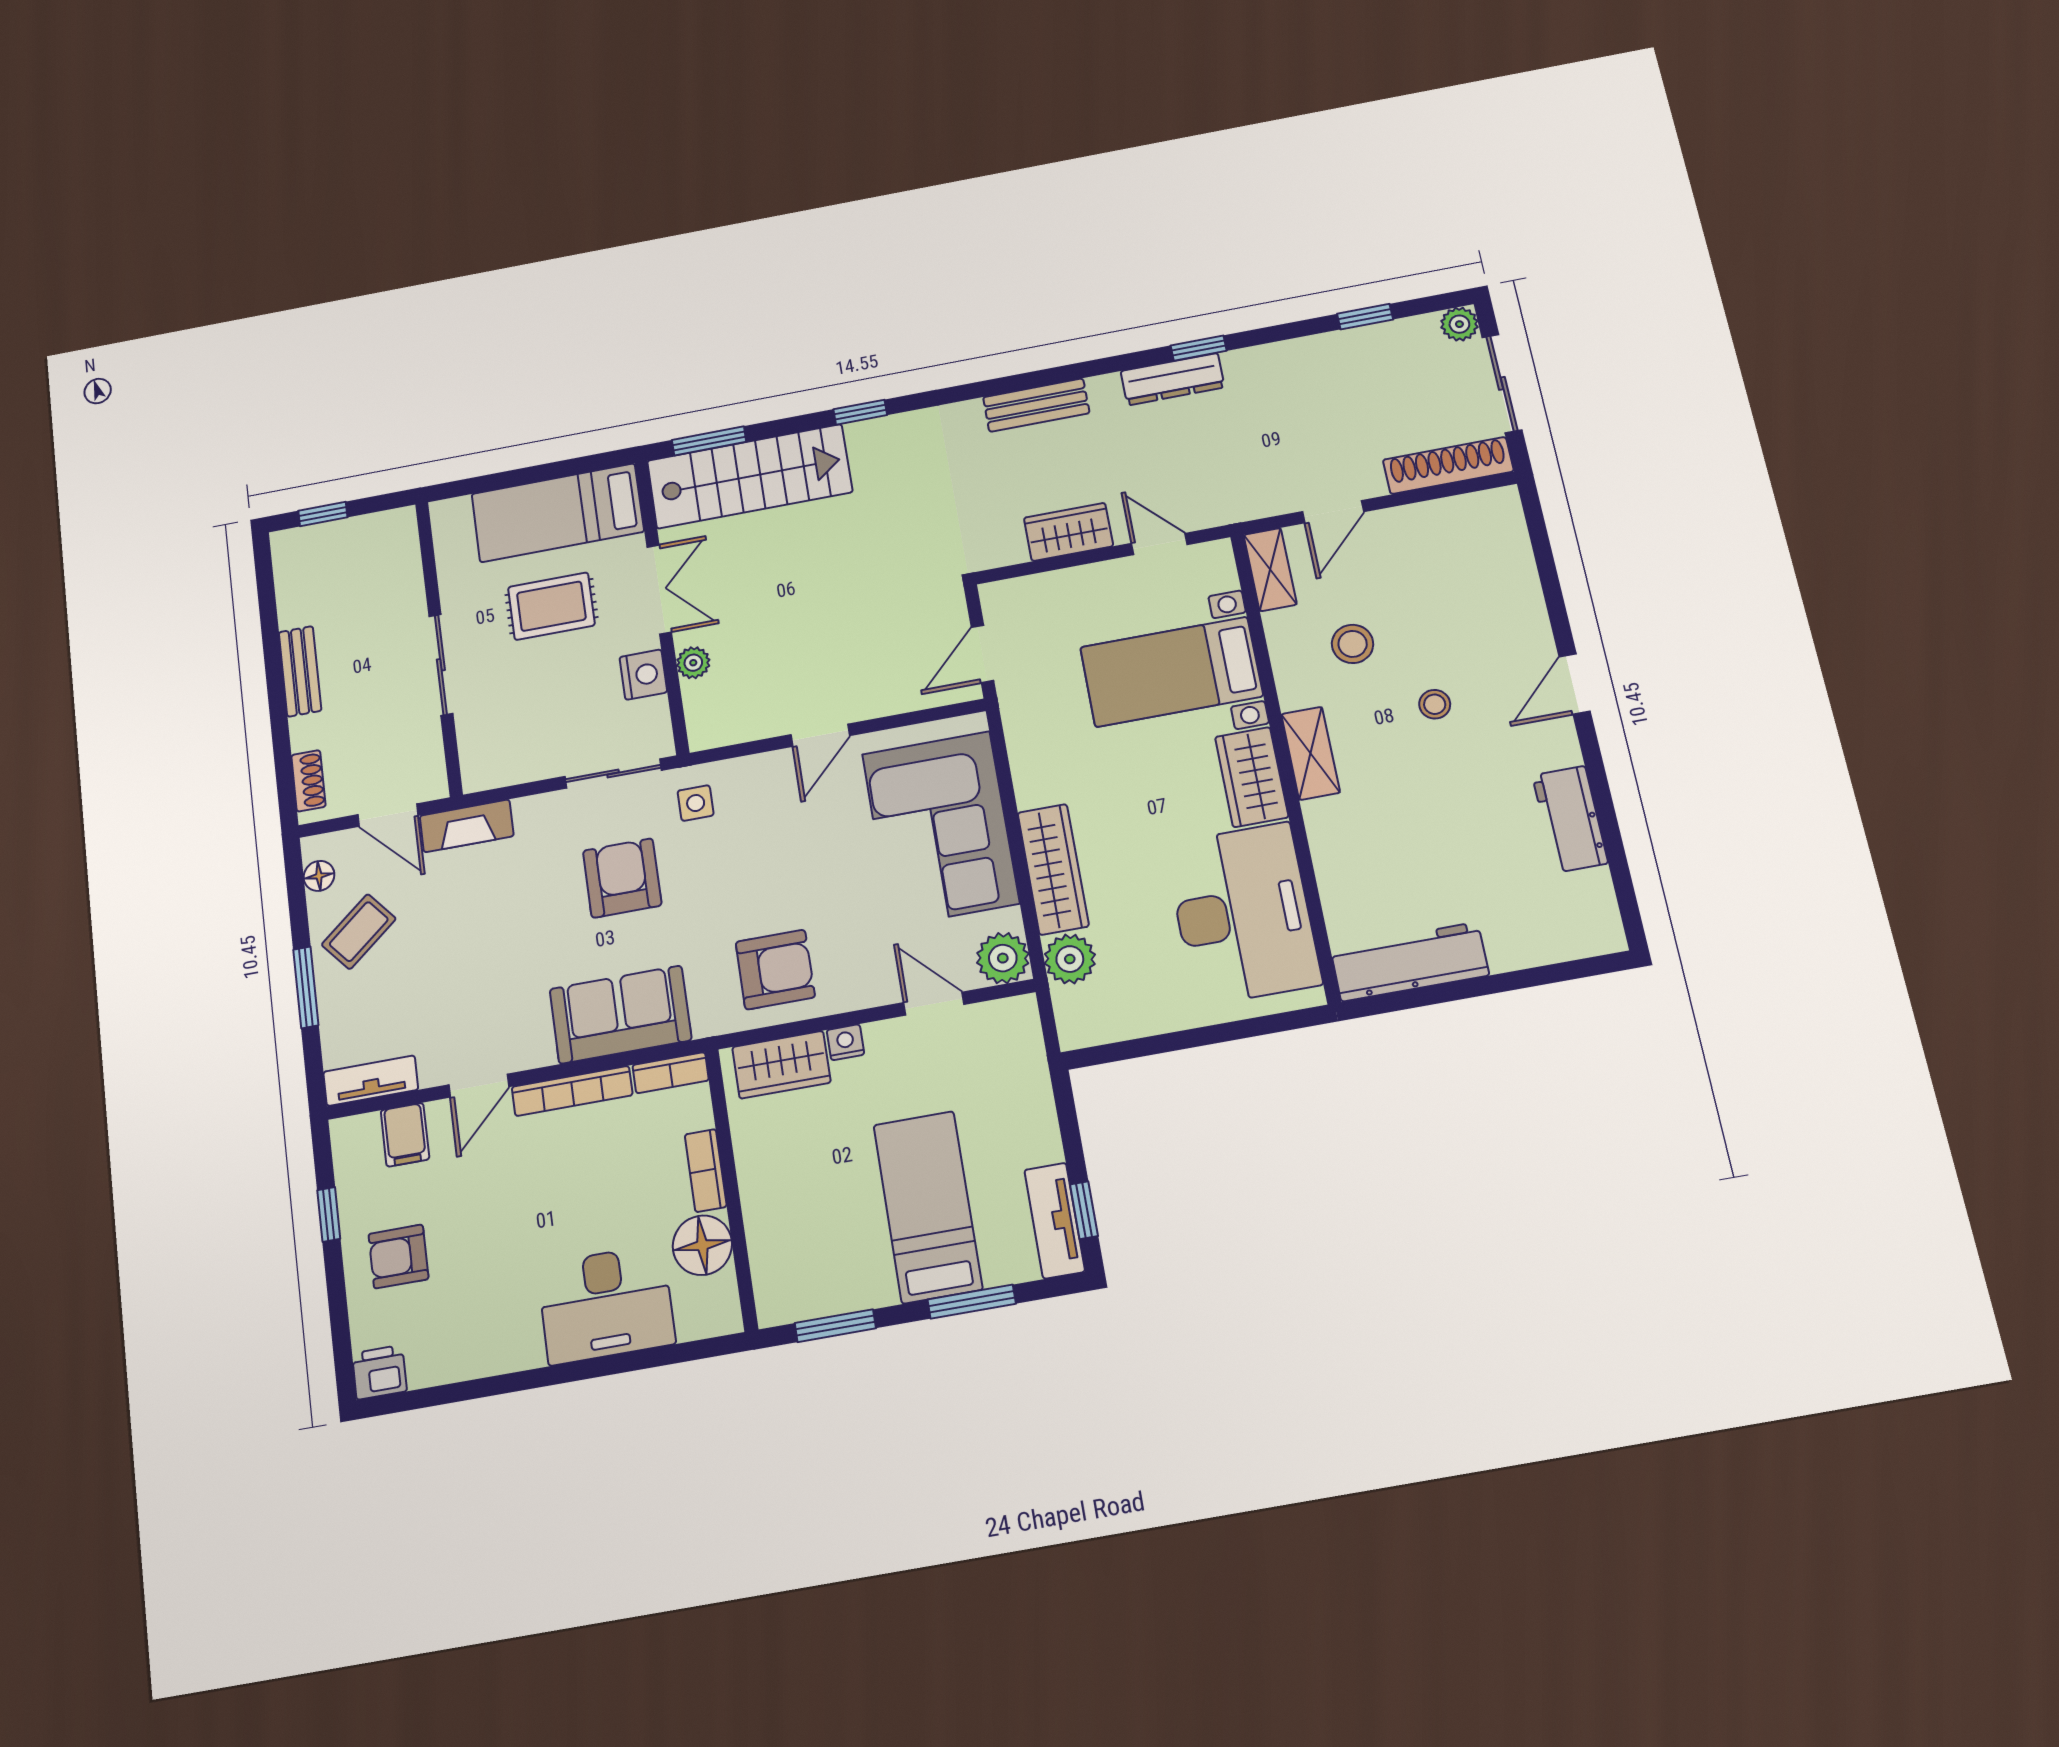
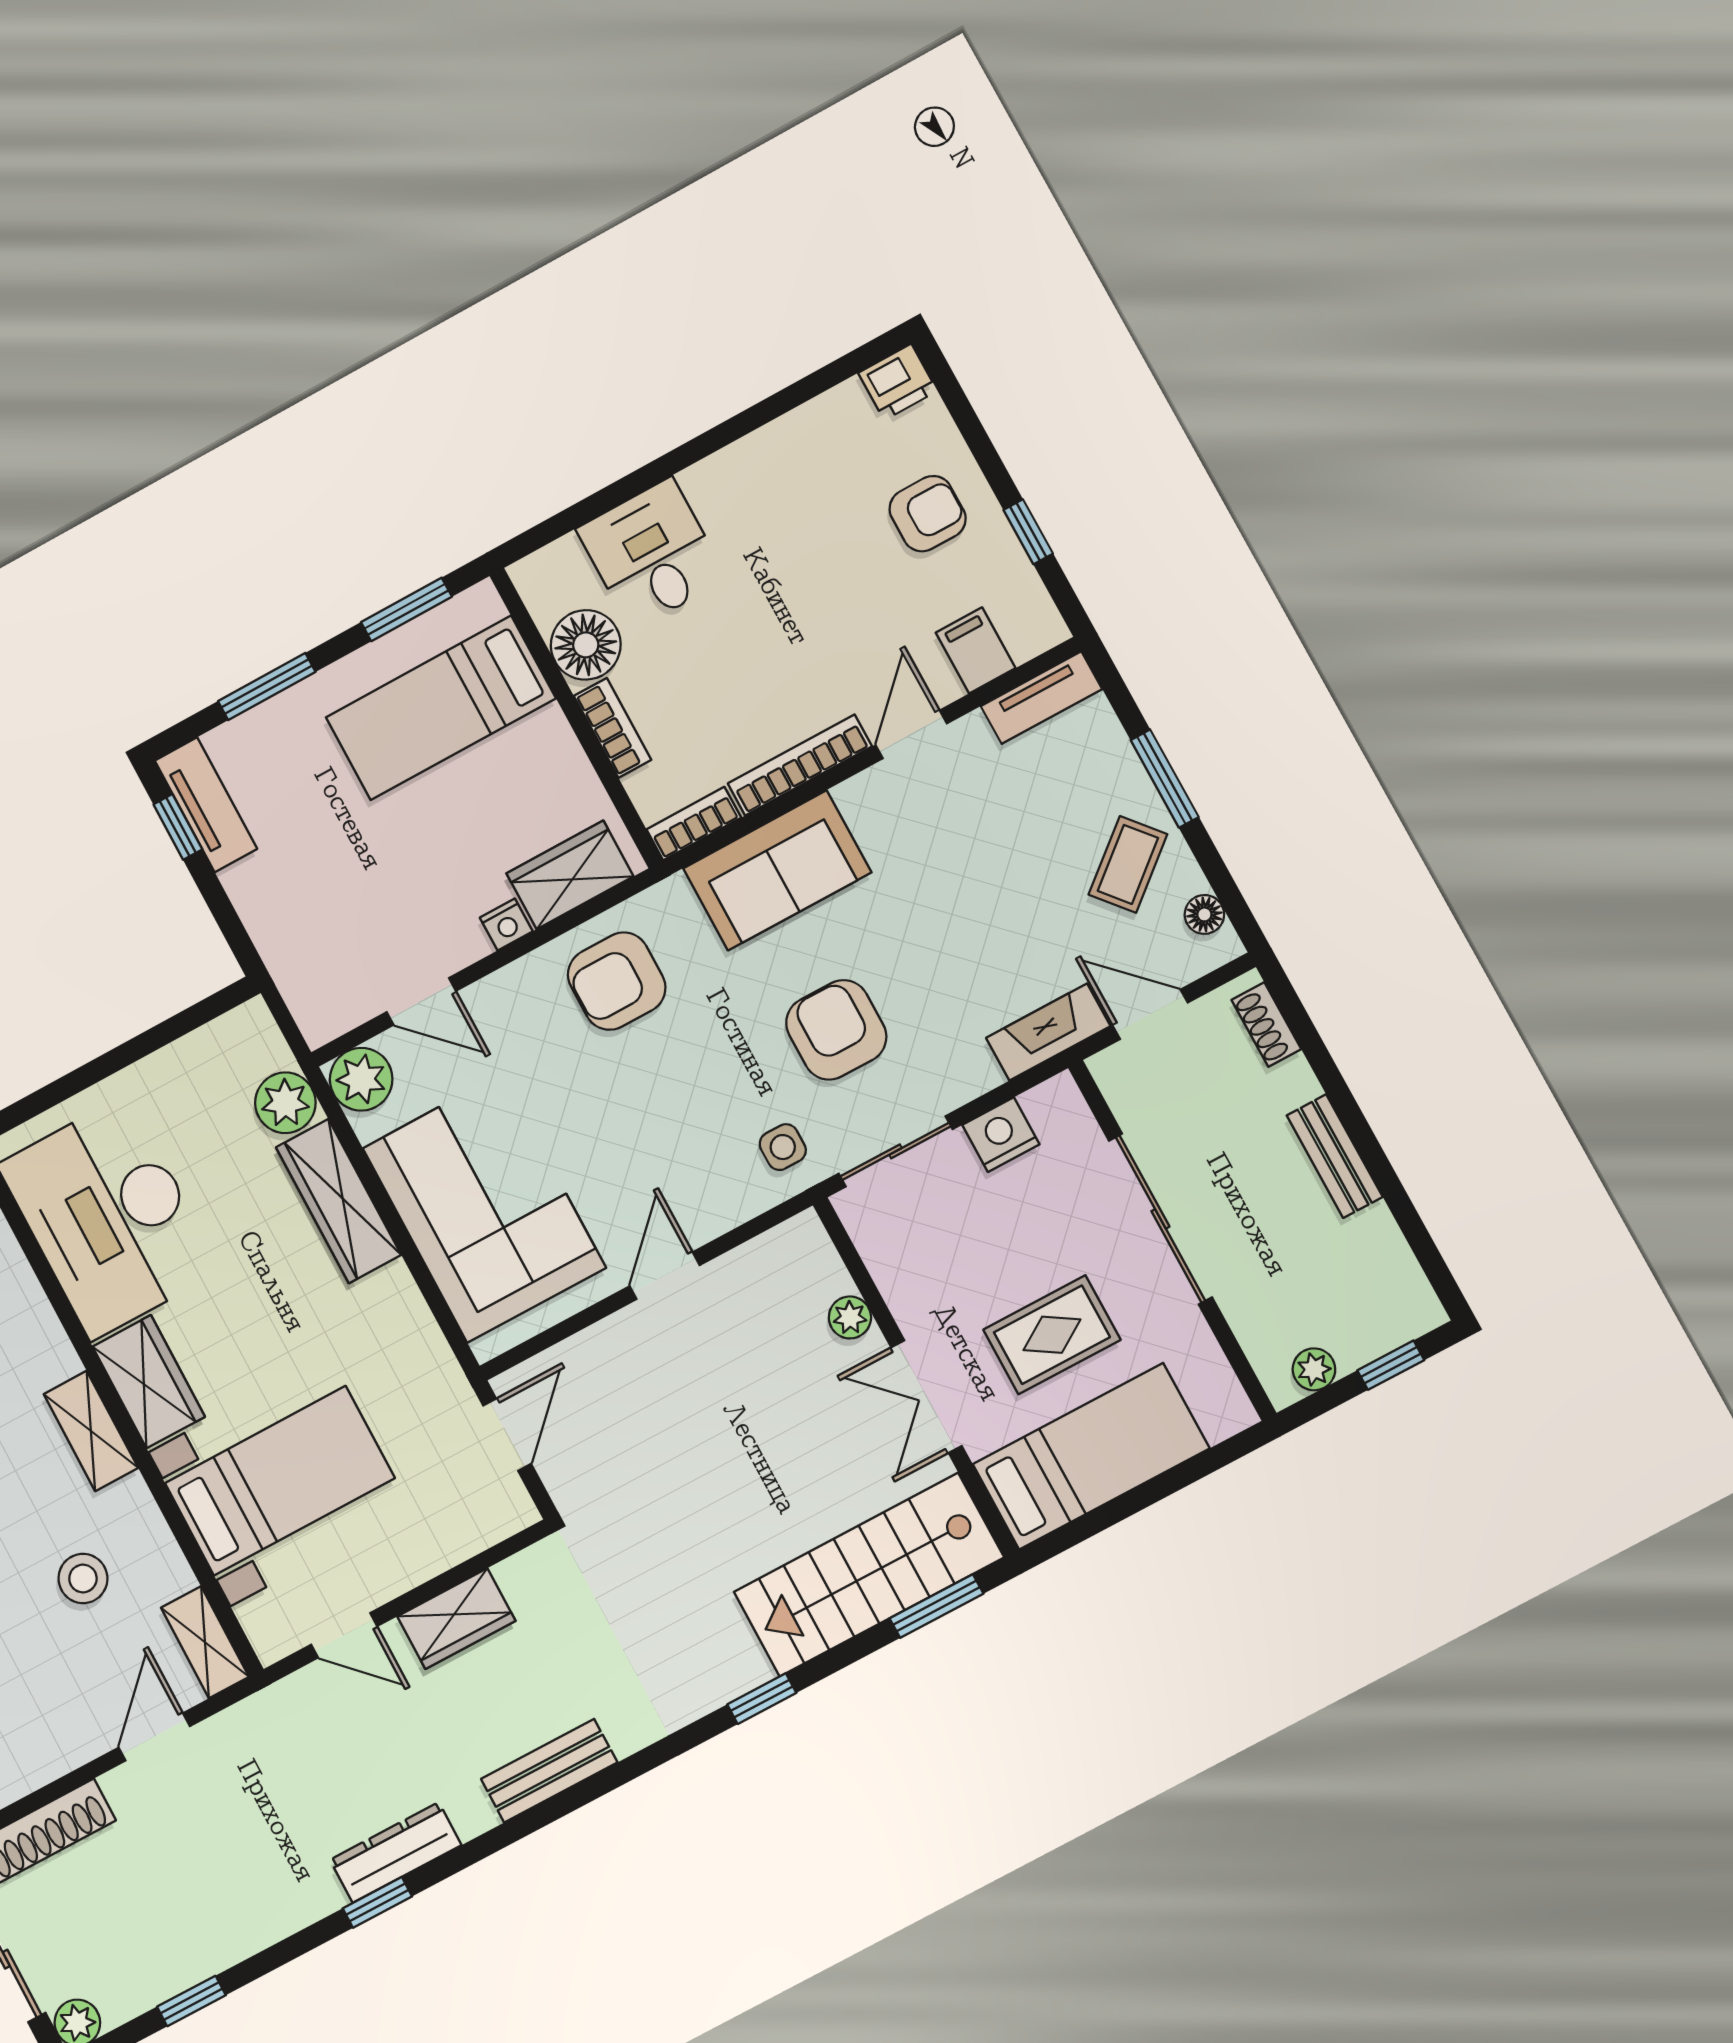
plant: (377, 527) -> (1314, 1369), added
sliding door: (441, 665) -> (1160, 1219), width x1.37
nightstand: (643, 675) -> (1001, 1135), moved, turned 90
armchair: (622, 878) -> (836, 1030), turned 180
bed: (928, 1207) -> (441, 708), moved, turned 90
desk: (606, 1304) -> (652, 554), width x0.73

